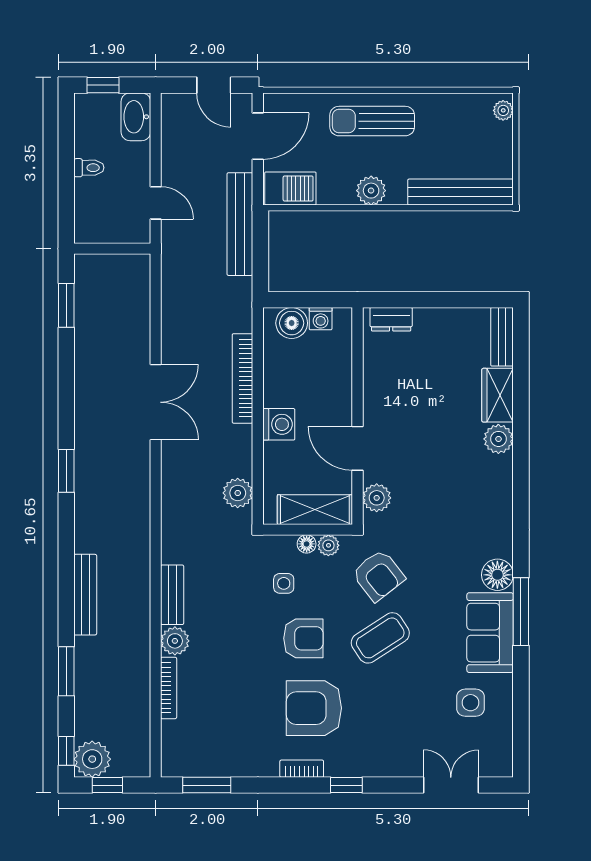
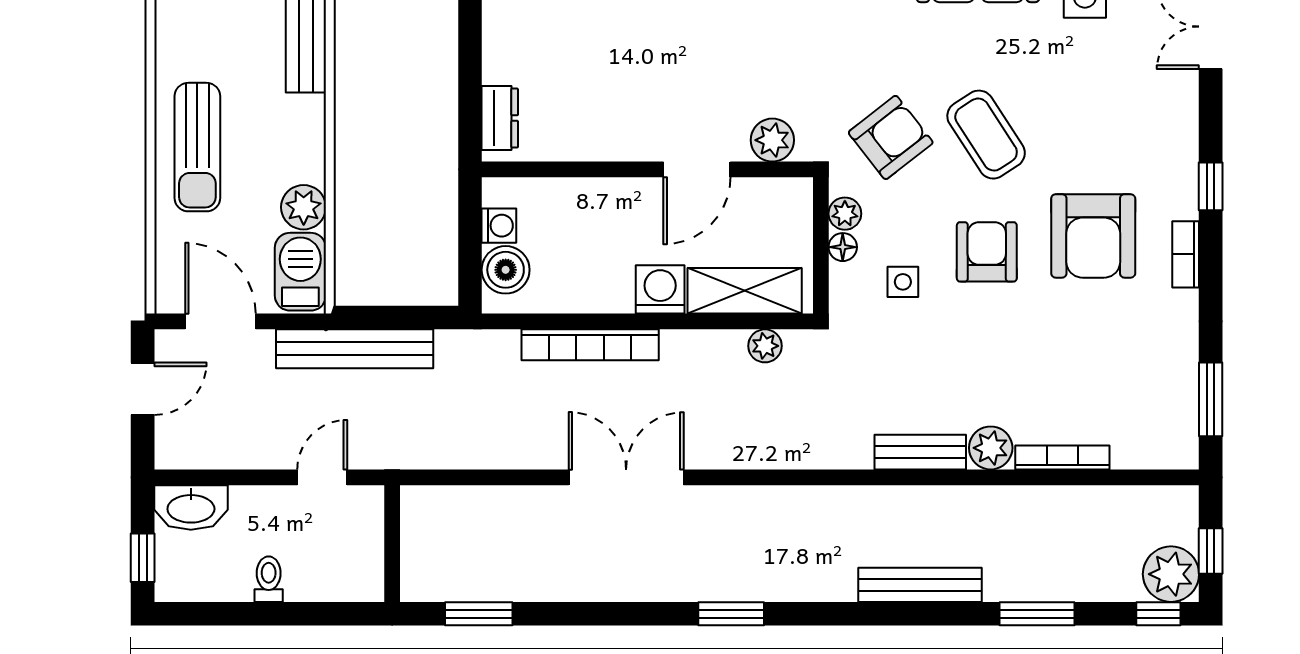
plant: (371, 191) -> (304, 207), moved
plant: (238, 493) -> (765, 346), width x0.73, depth x0.73
shelving: (315, 510) -> (745, 291), moved, turned 90

